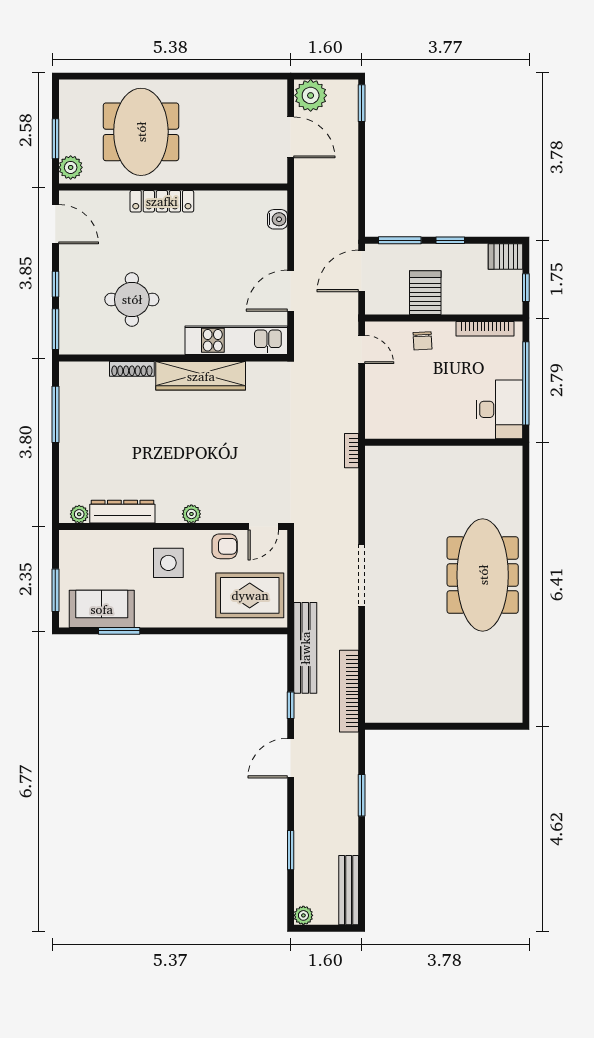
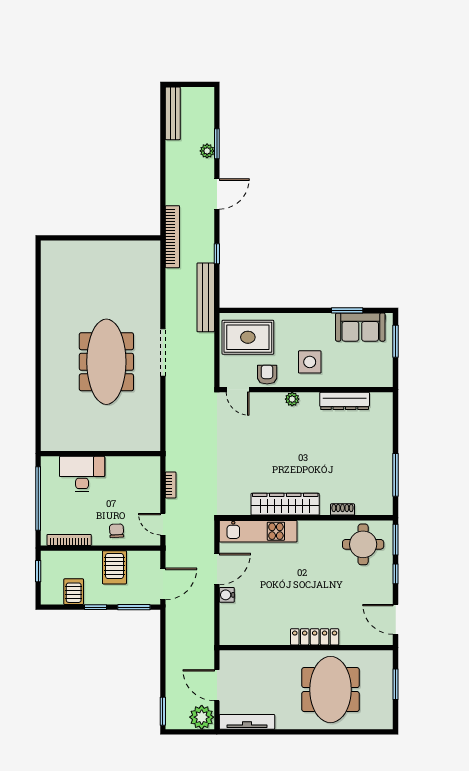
tv unit: (251, 89) -> (247, 722), added
plant: (71, 167) -> (384, 662), removed
water cooler: (277, 219) -> (227, 595), moved
server rack: (505, 256) -> (74, 592), moved, turned -90
round table: (132, 299) -> (363, 544), moved
shoe rack: (132, 369) -> (342, 509), width x0.70
desk: (499, 409) -> (82, 474), moved, turned 90
bookcase: (351, 451) -> (171, 485), moved
plant: (79, 514) -> (377, 399), removed
door: (263, 527) -> (238, 390), swing flipped
armchair: (225, 546) -> (267, 375), turned 90
meeting table: (483, 575) -> (106, 362), moved
bookcase: (349, 691) -> (172, 237), moved
door: (291, 758) -> (217, 194), moved
window: (362, 795) -> (163, 185), removed
plant: (303, 915) -> (207, 151), moved

